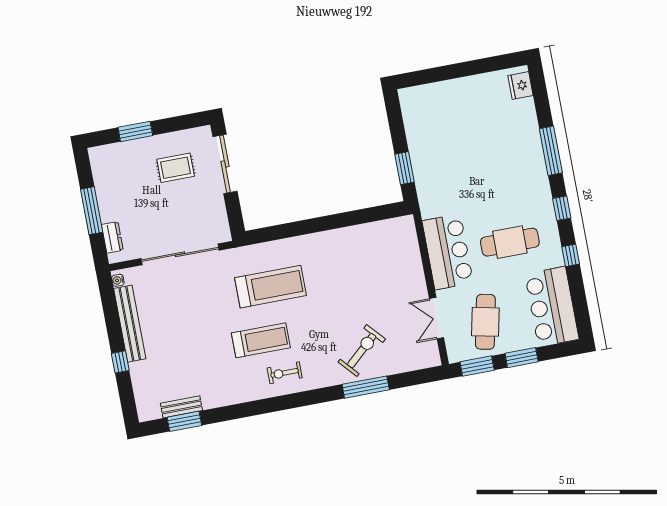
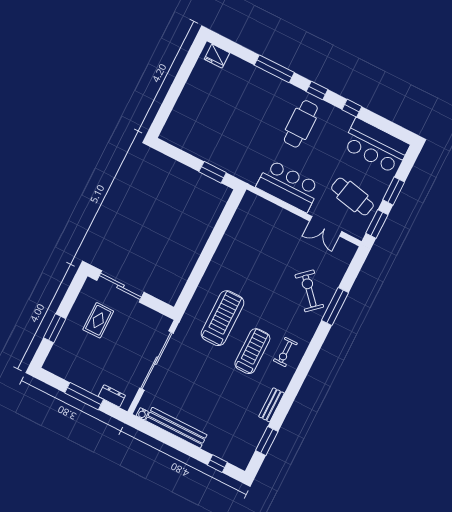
cafe table: (510, 242) -> (301, 124), moved
window: (120, 362) -> (217, 464), moved
bench: (181, 407) -> (272, 405), moved

